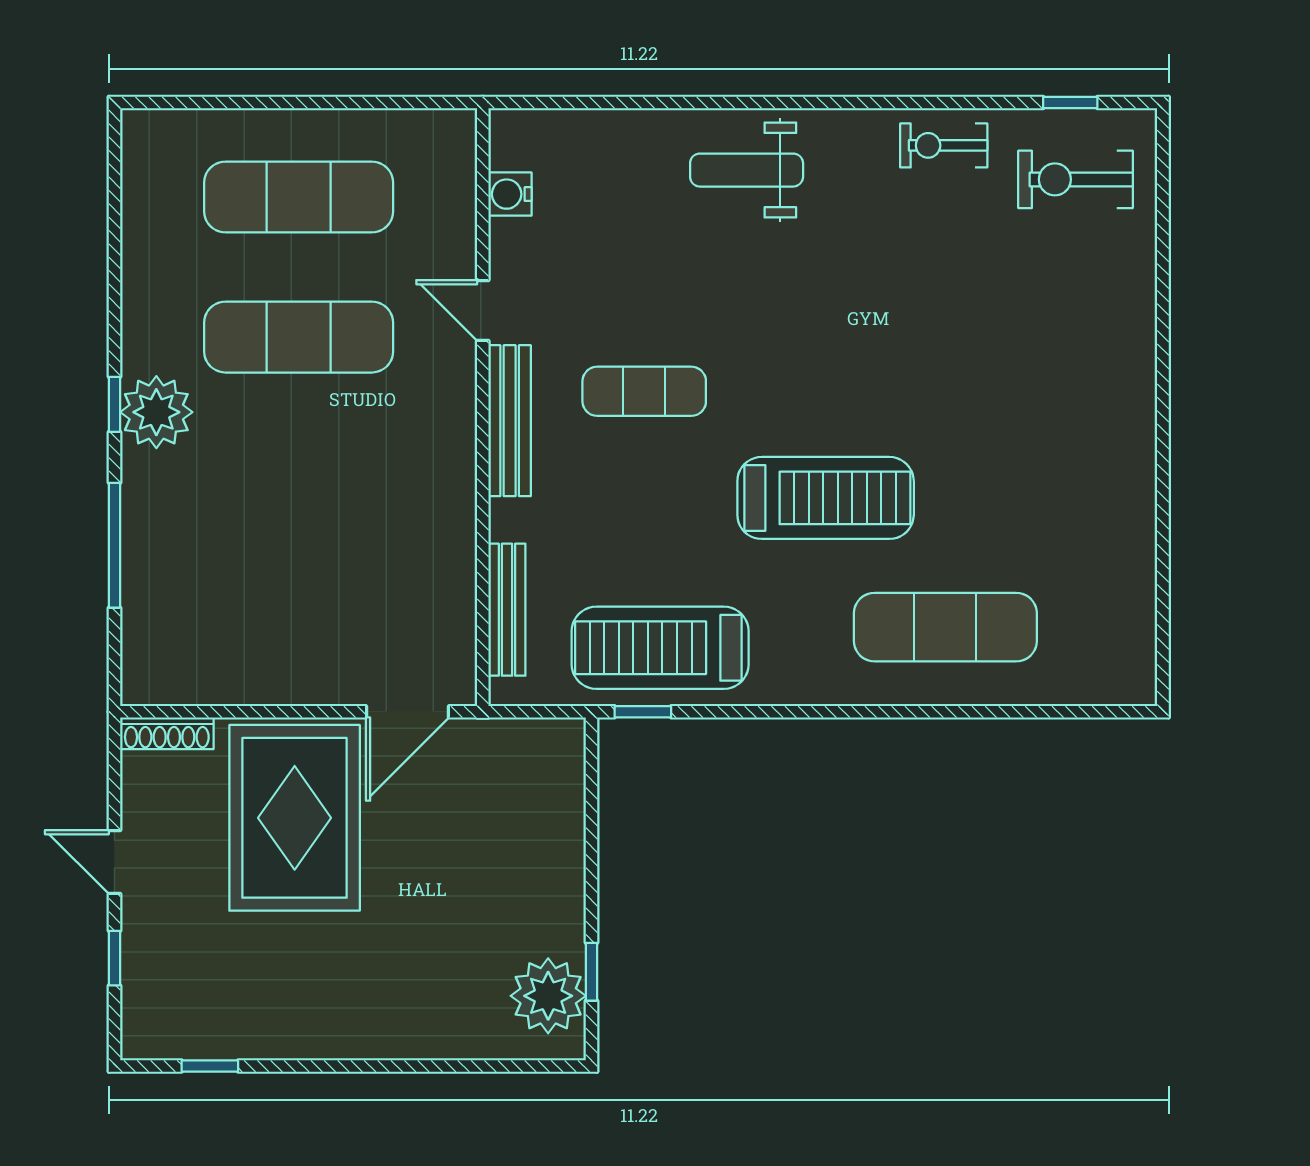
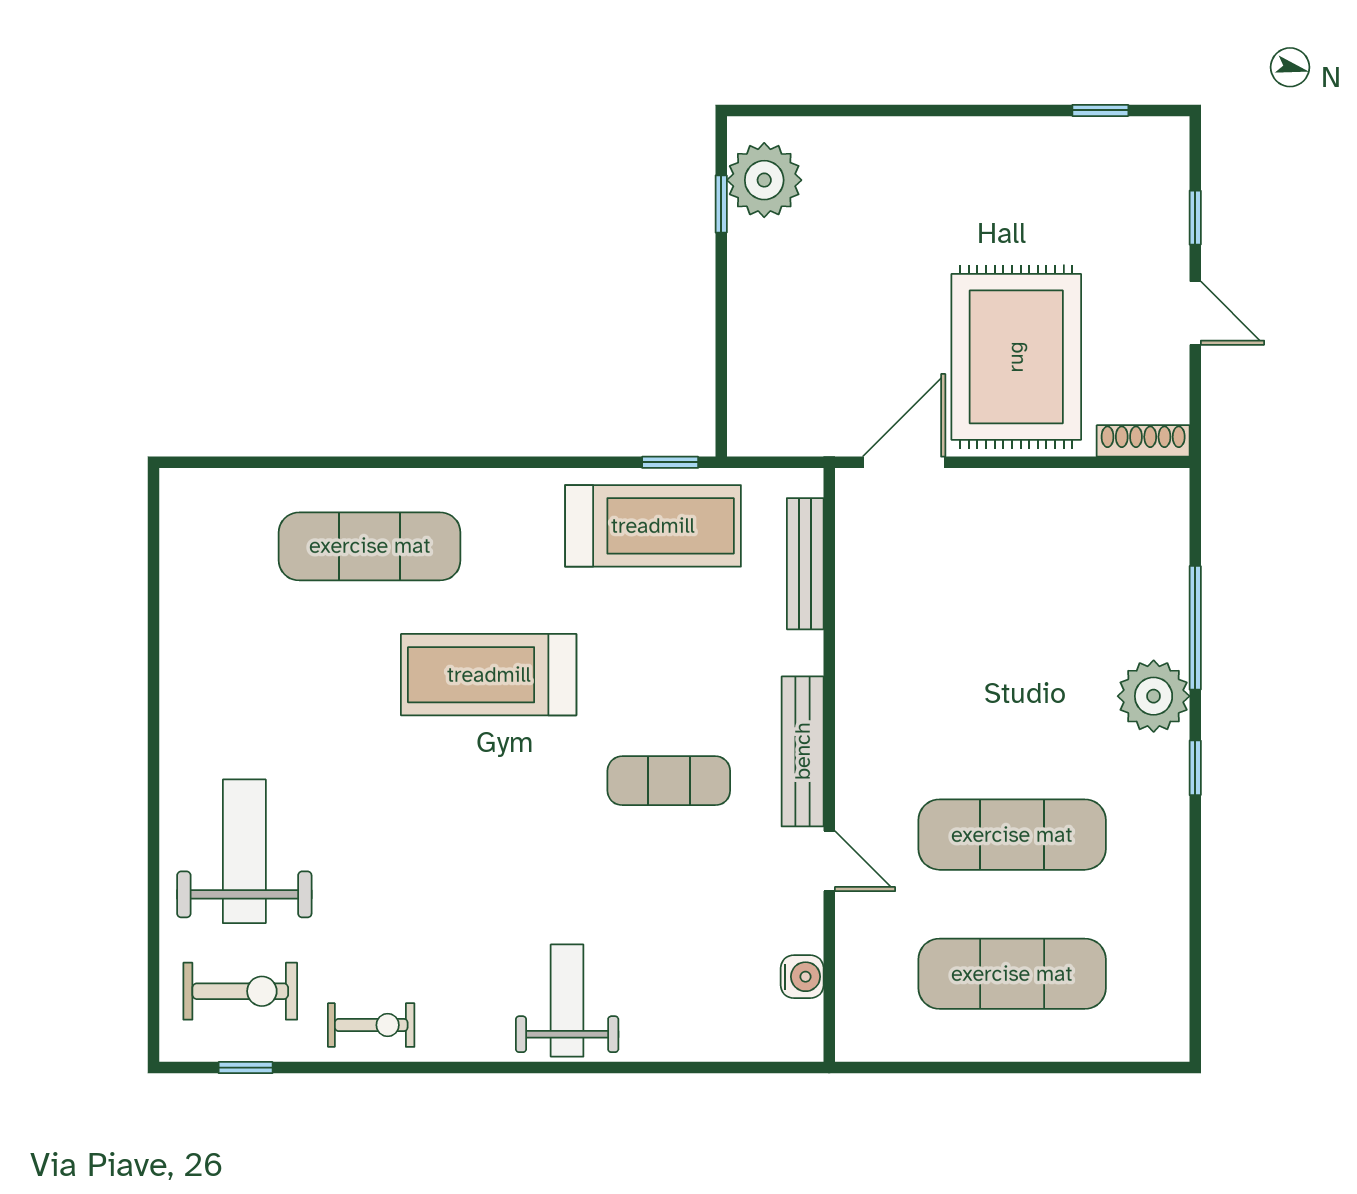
weight bench: (747, 170) -> (567, 1001), turned -90
weight bench: (1071, 320) -> (244, 851), added
plant: (156, 412) -> (1154, 696), moved

